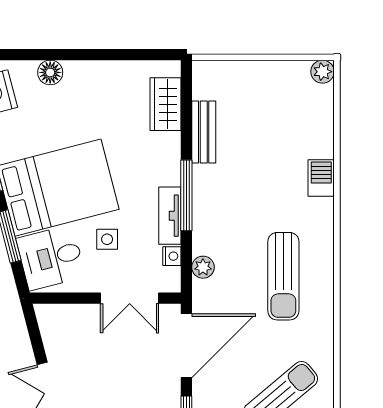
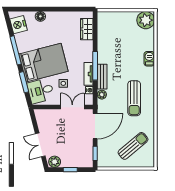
plant: (323, 72) -> (146, 20), width x1.88, depth x1.88
bench: (204, 132) -> (102, 77), moved
double door: (130, 298) -> (72, 107), swing flipped

